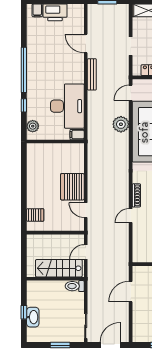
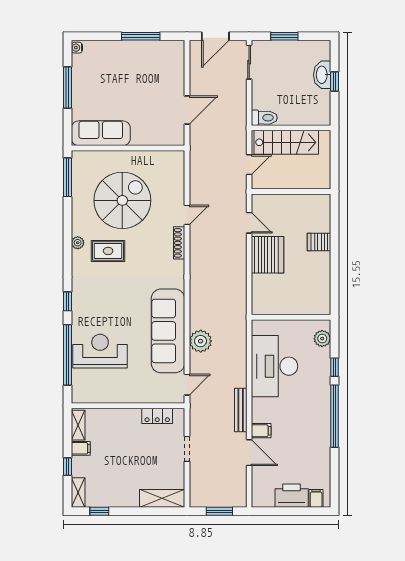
filing cabinet: (77, 135) -> (261, 431), moved
server rack: (35, 215) -> (319, 242), moved

